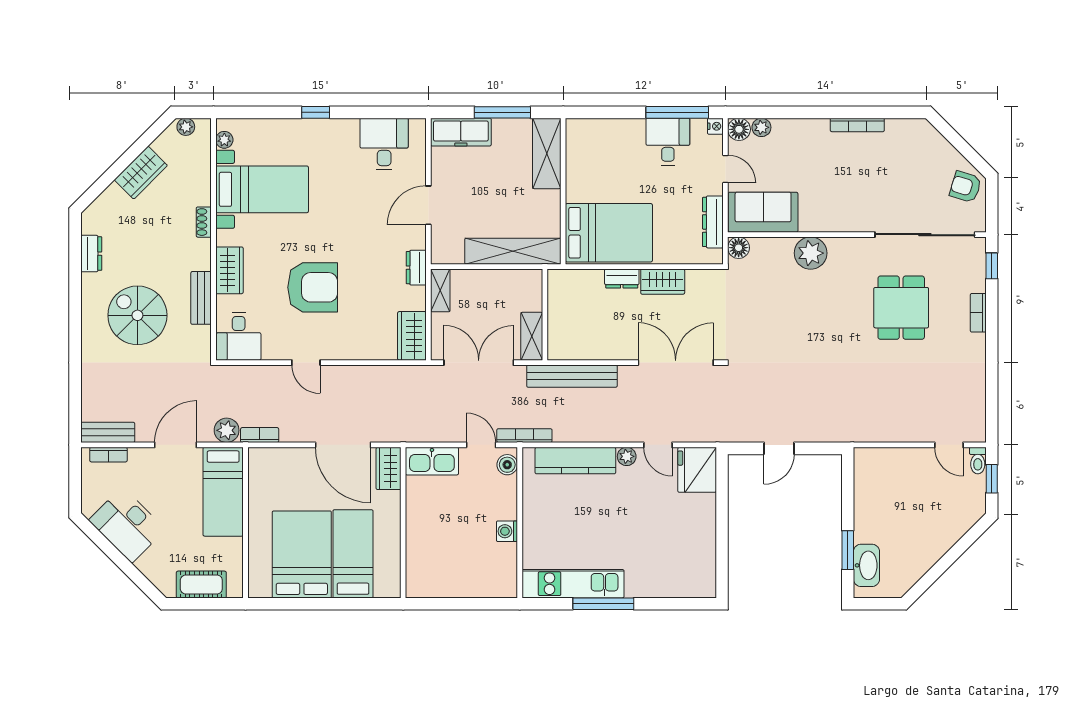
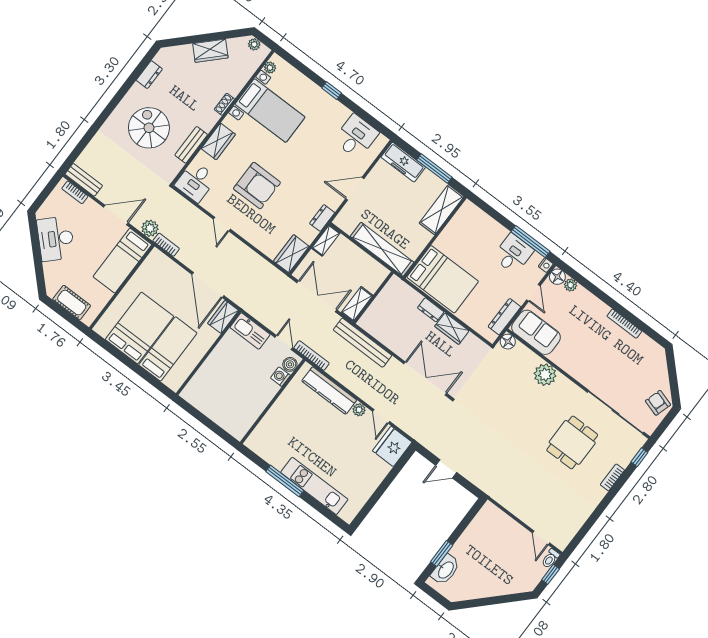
washing machine: (507, 531) -> (280, 377), moved
kitchen unit: (573, 584) -> (314, 486), moved

